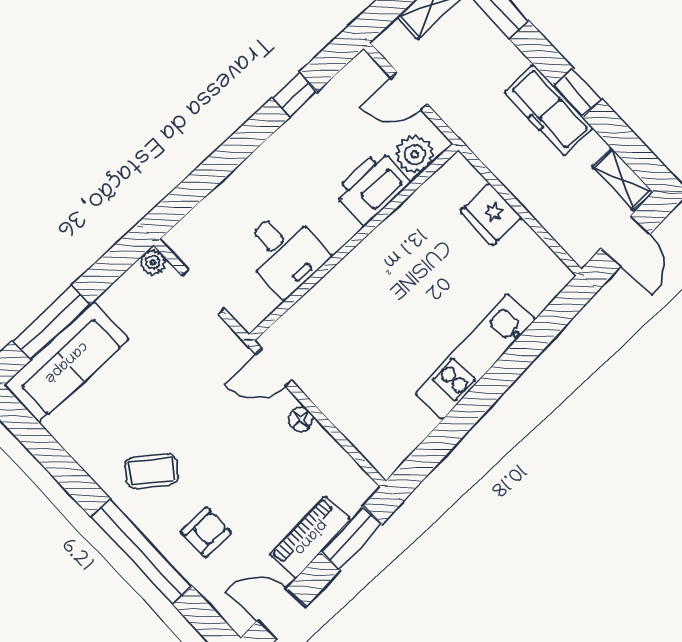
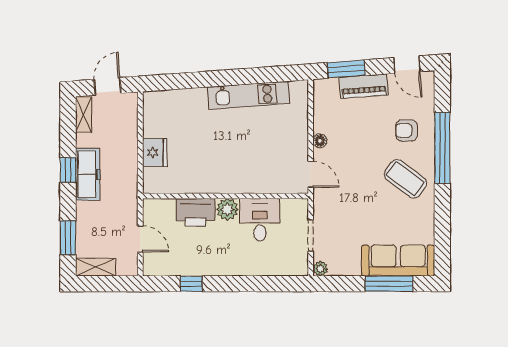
plant: (415, 154) -> (227, 209), moved
kitchen unit: (475, 357) -> (249, 95), moved
coffee table: (152, 471) -> (405, 179), width x1.36, depth x1.30

